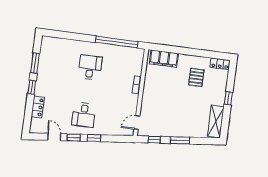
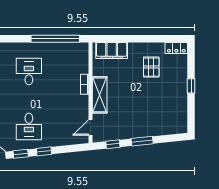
shelving: (216, 121) -> (100, 95), moved

